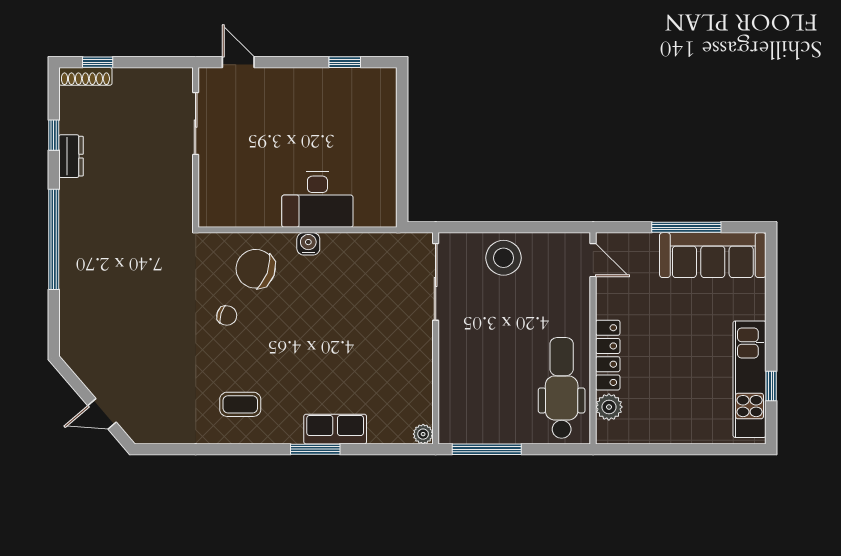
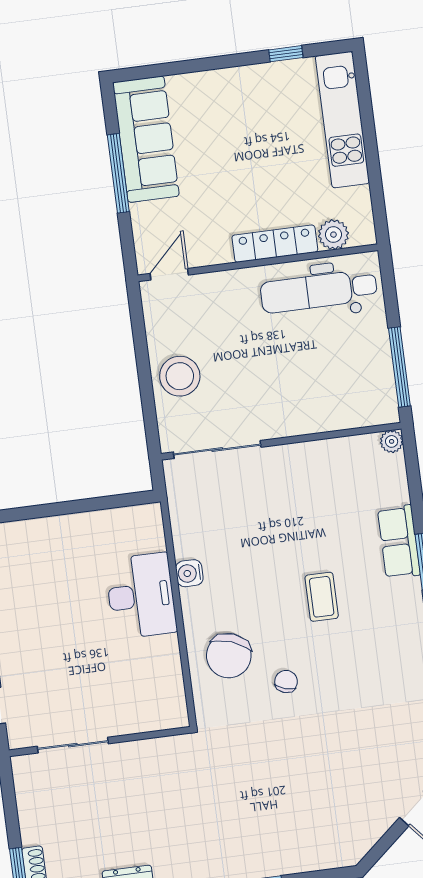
water cooler: (308, 244) -> (189, 573), moved
kitchen unit: (750, 379) -> (342, 120), moved, turned 90
coffee table: (240, 404) -> (322, 597), moved

